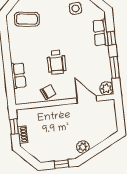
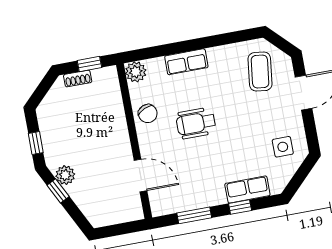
row of seats: (18, 75) -> (186, 62), moved
plant: (107, 88) -> (136, 72), moved
door: (87, 100) -> (140, 175), hinge flipped
window: (93, 152) -> (58, 191), added

